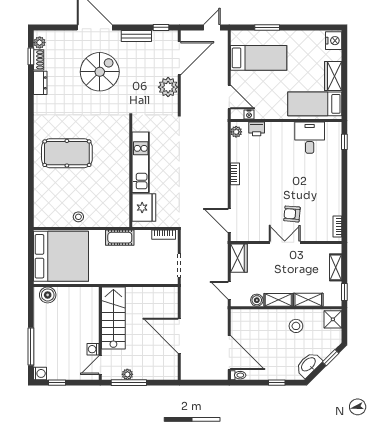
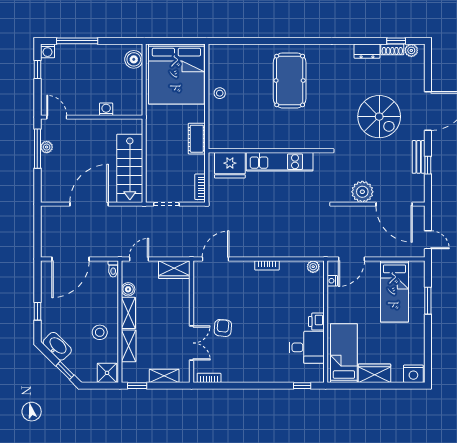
window: (161, 27) -> (428, 165), moved
printer: (257, 129) -> (316, 321), moved
double door: (285, 242) -> (191, 343), moved
stairs: (113, 318) -> (130, 168), moved, turned 90
washing machine: (93, 349) -> (106, 109), moved
toilet: (238, 375) -> (113, 269), moved

